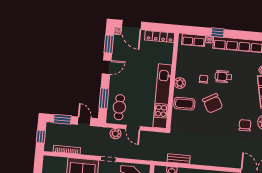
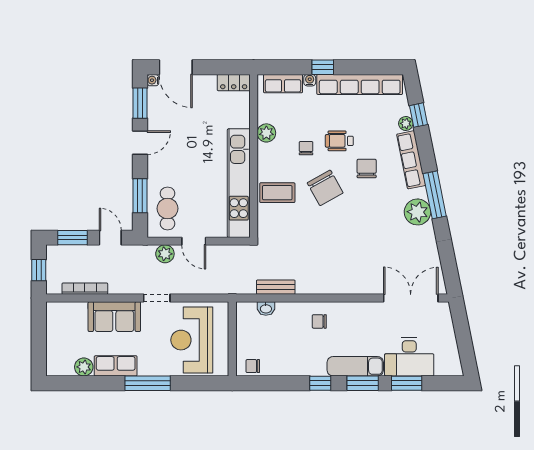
locker: (160, 37) -> (234, 83), width x0.66
plant: (180, 83) -> (266, 133), moved
chair: (245, 125) -> (367, 169), moved

